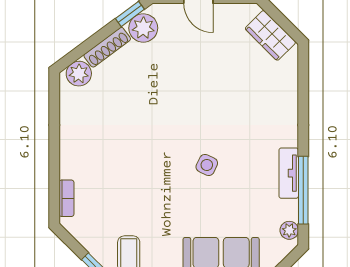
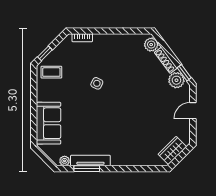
side table: (207, 165) -> (97, 83), moved
tv unit: (289, 173) -> (90, 161), width x1.41
window: (303, 190) -> (87, 169), width x0.69

